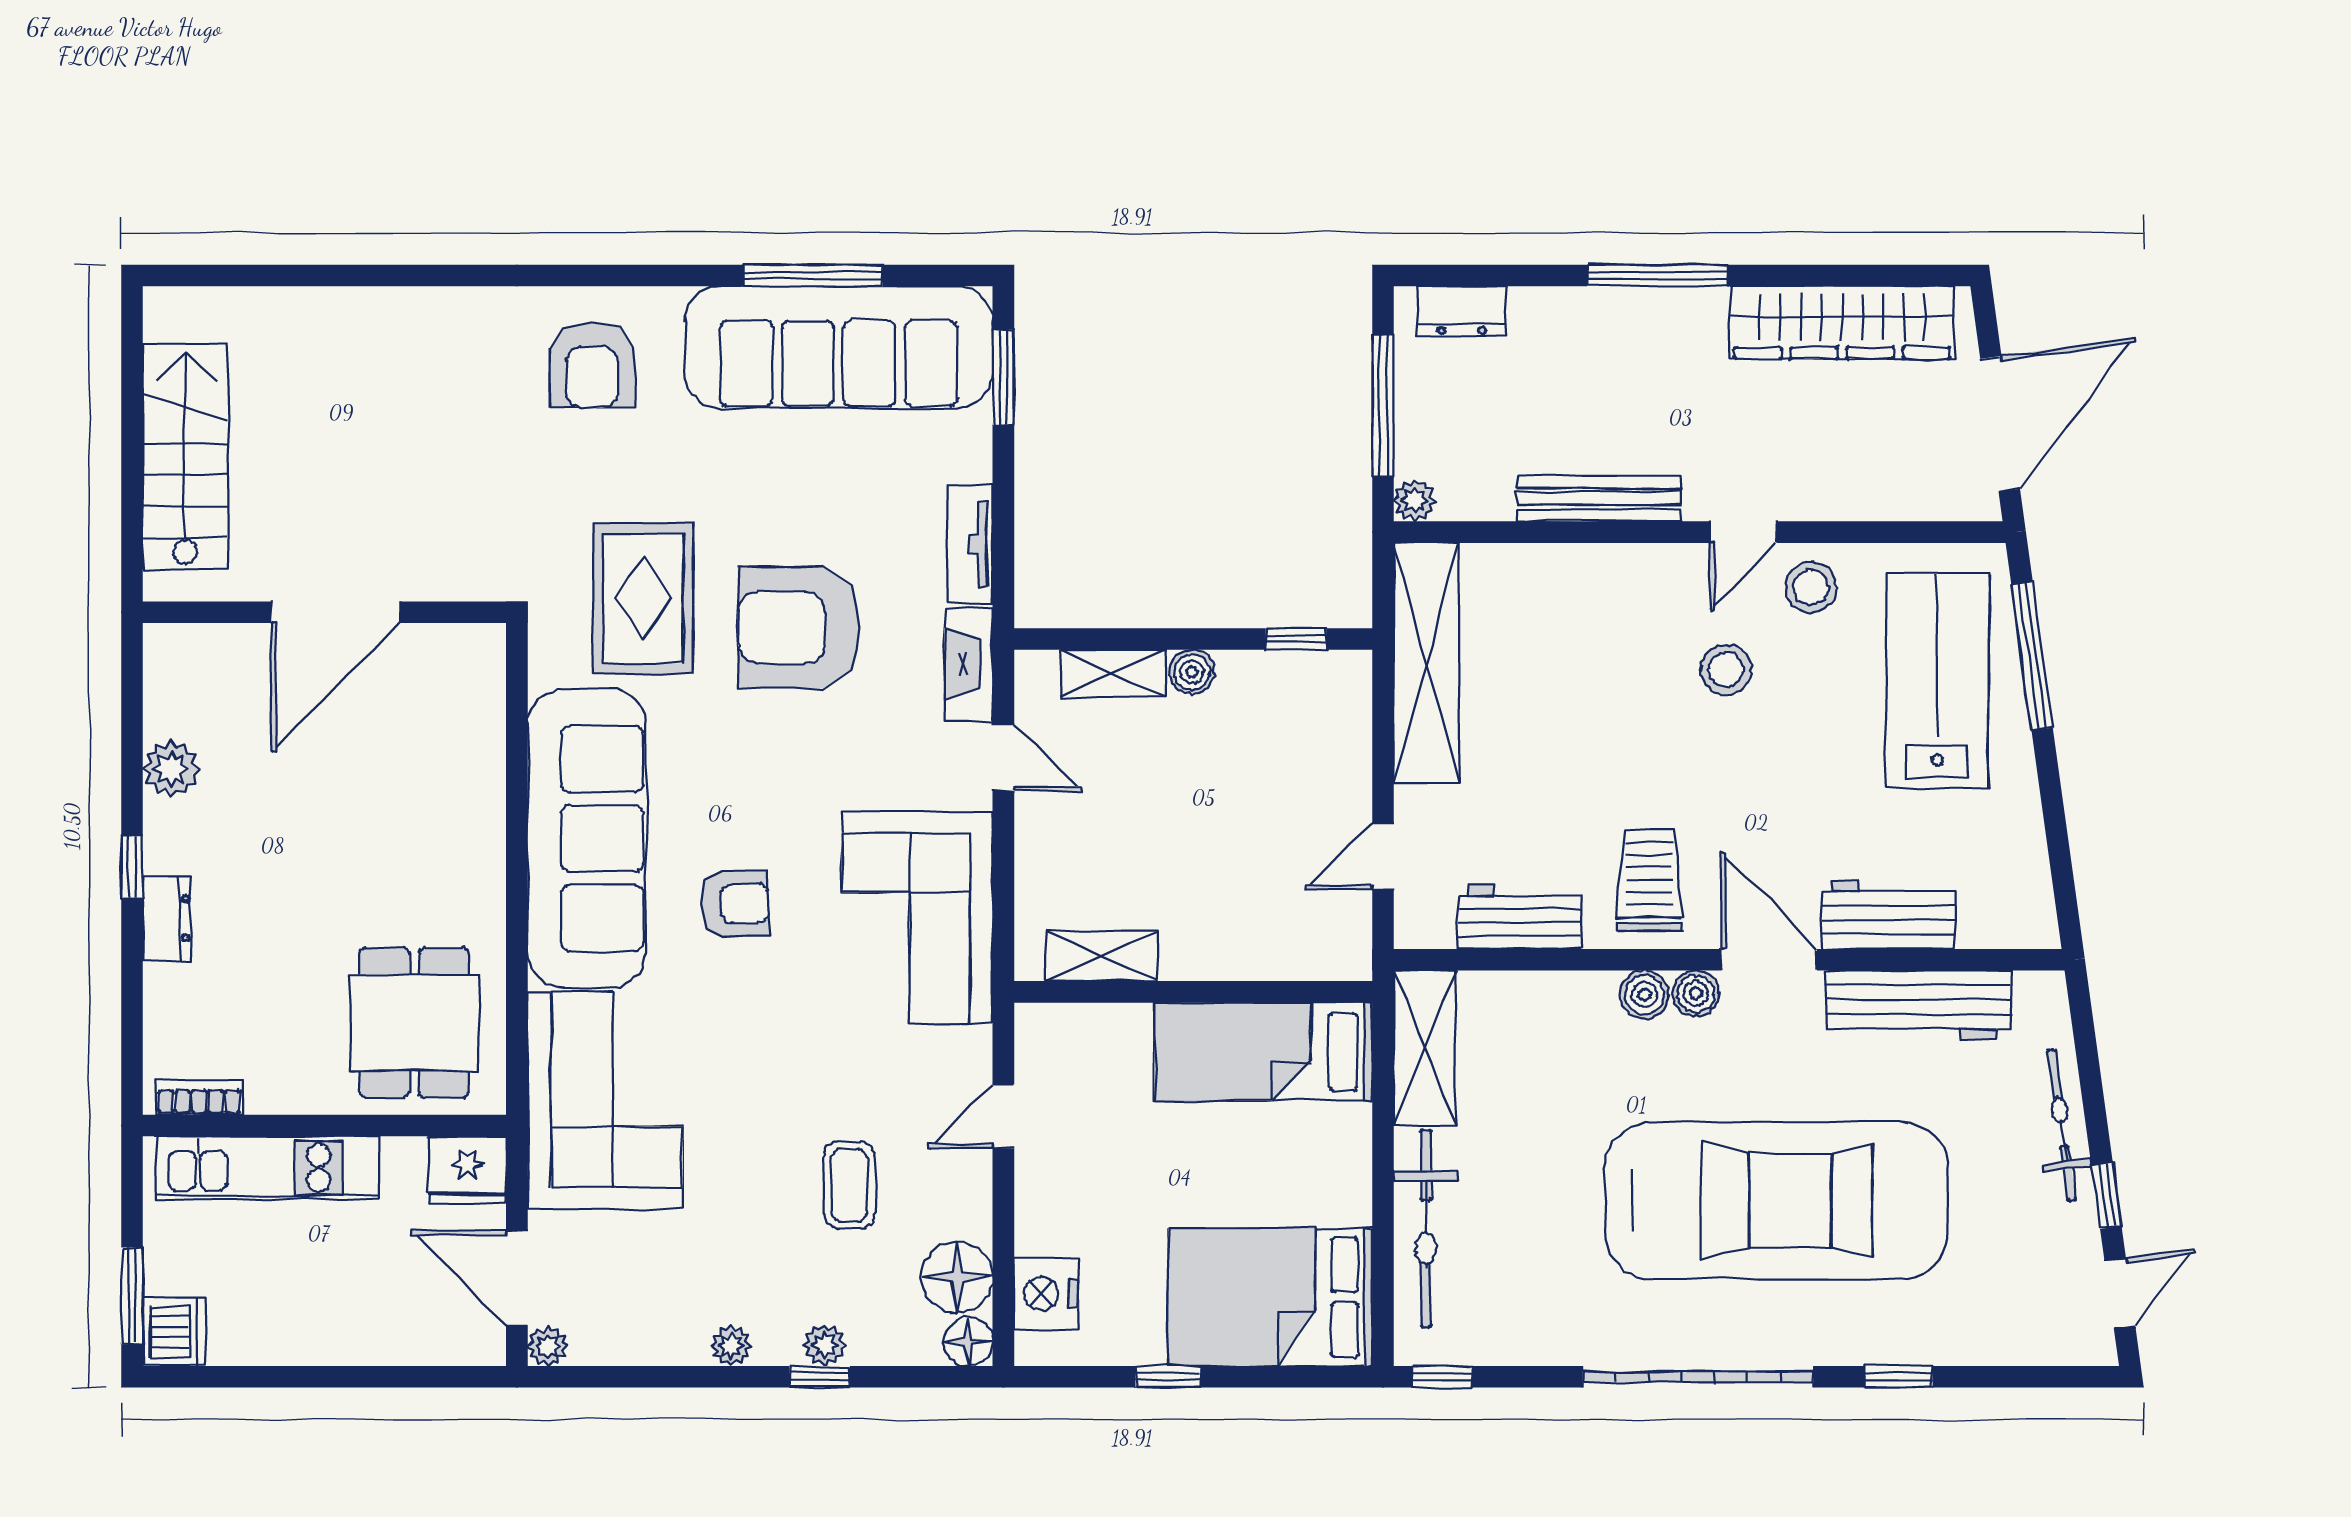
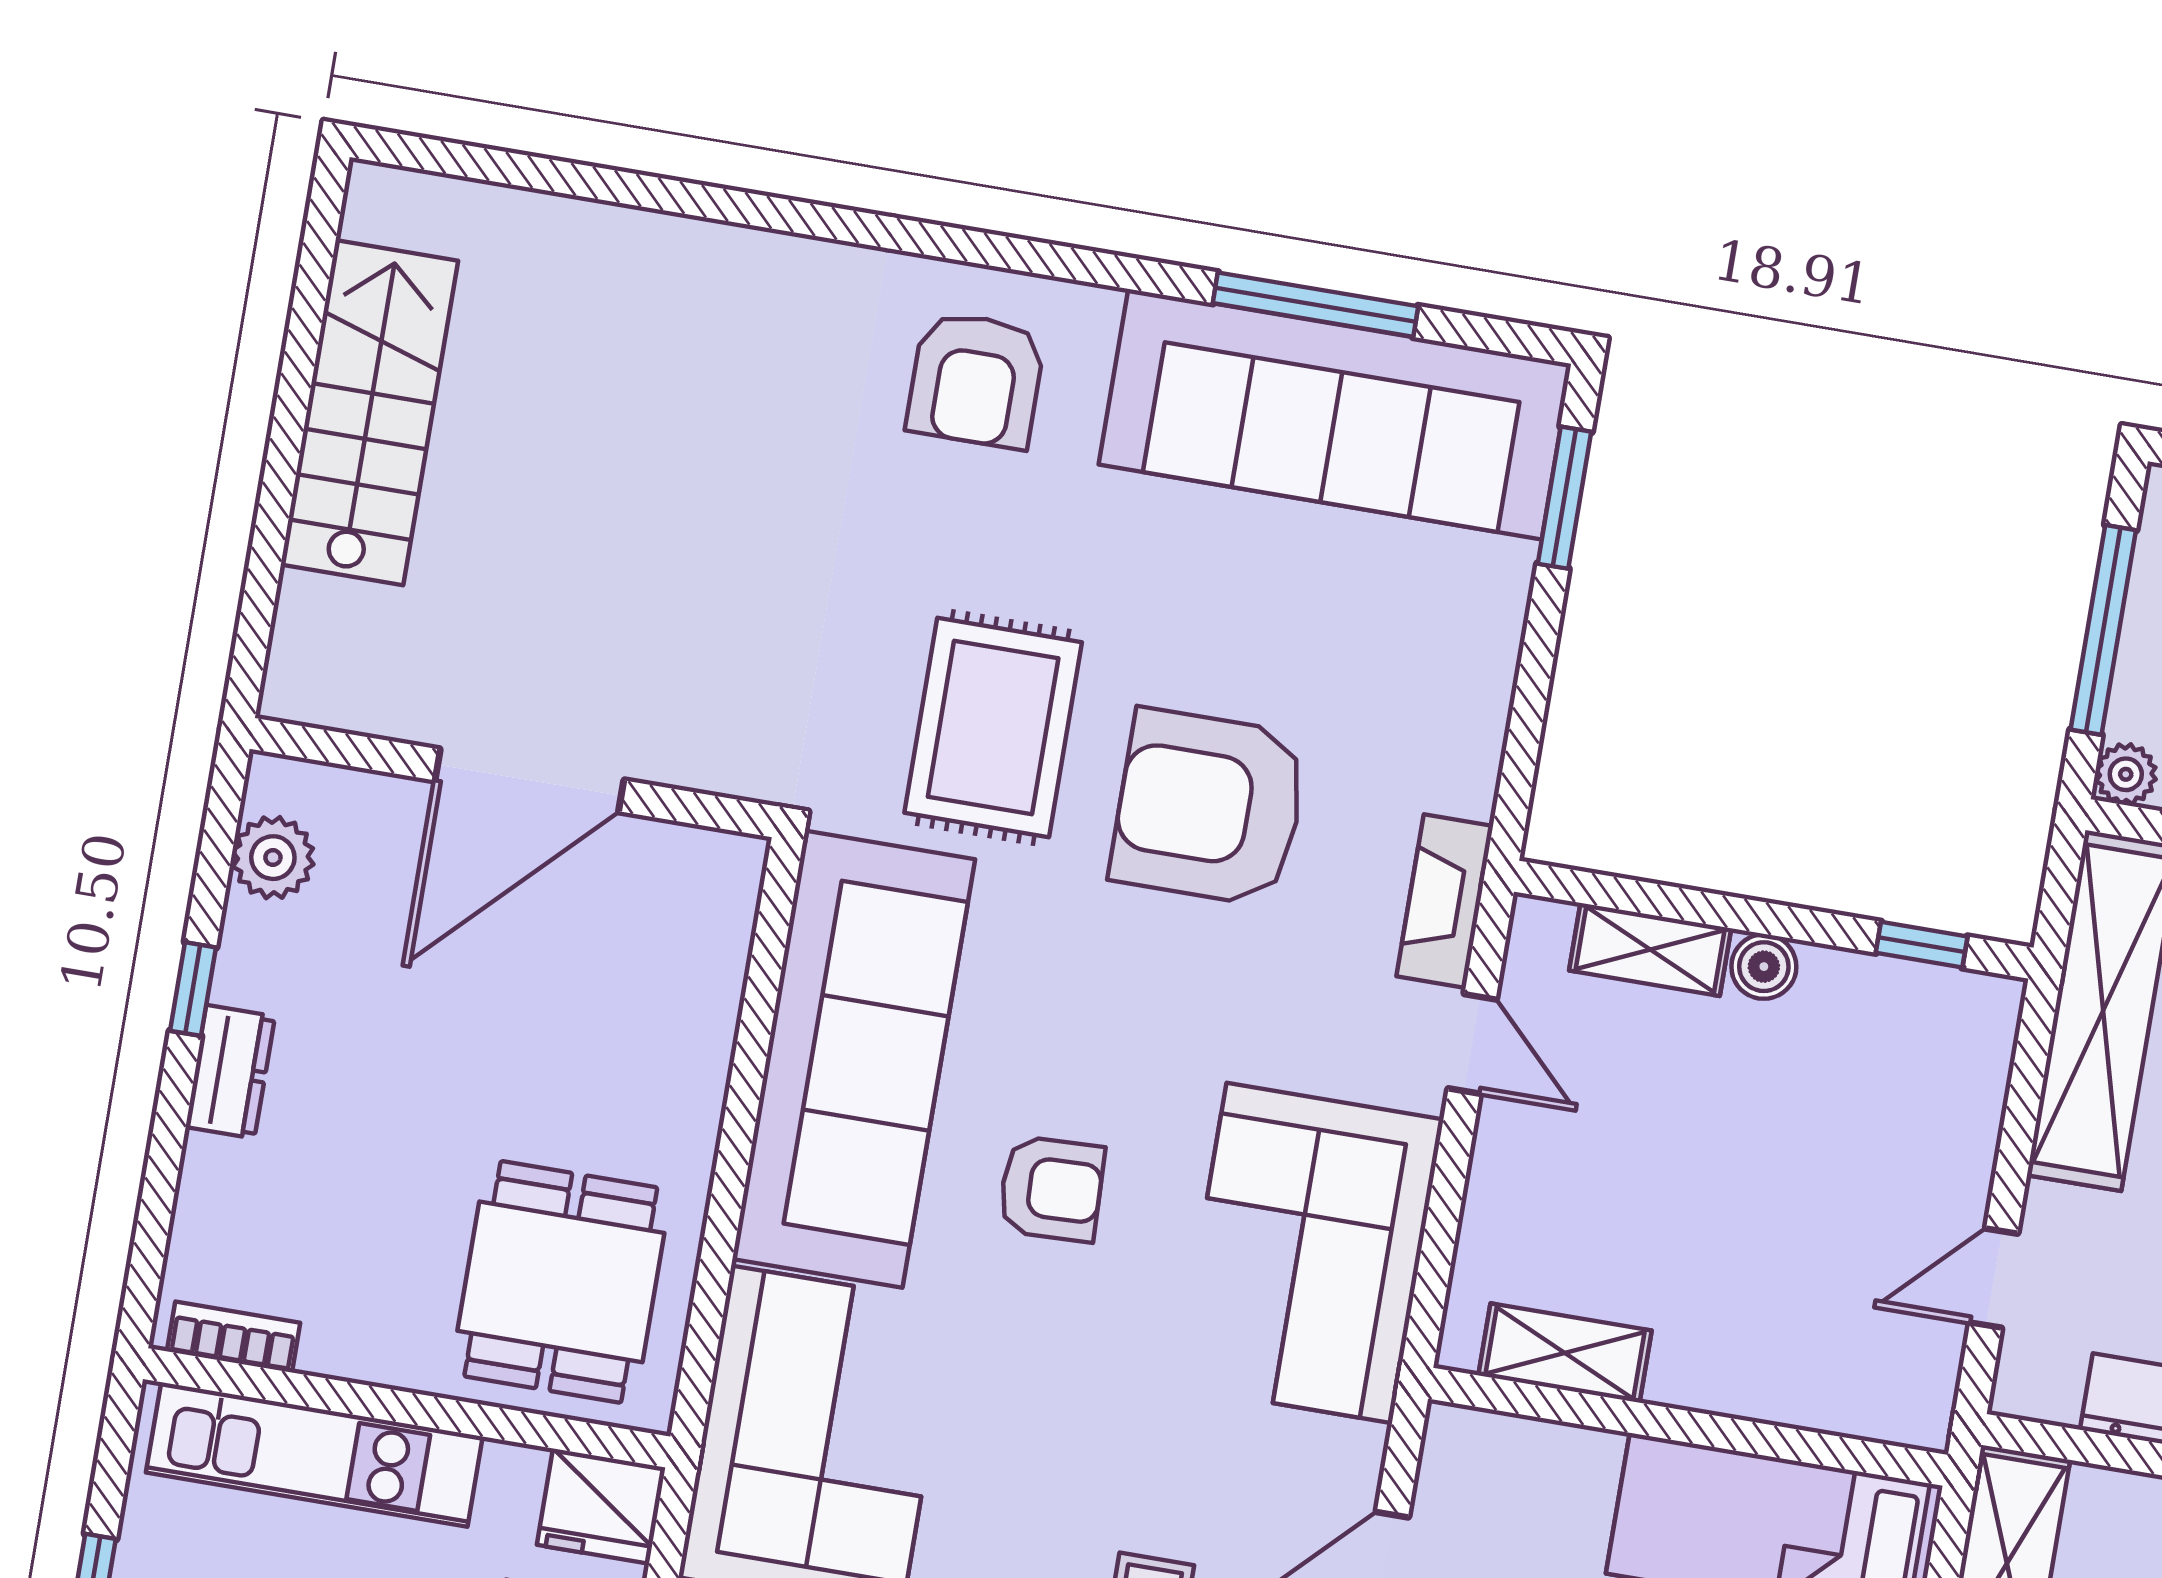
tv unit: (970, 544) -> (1476, 729), removed
wall: (324, 612) -> (513, 778), moved
door: (336, 612) -> (529, 780), moved

